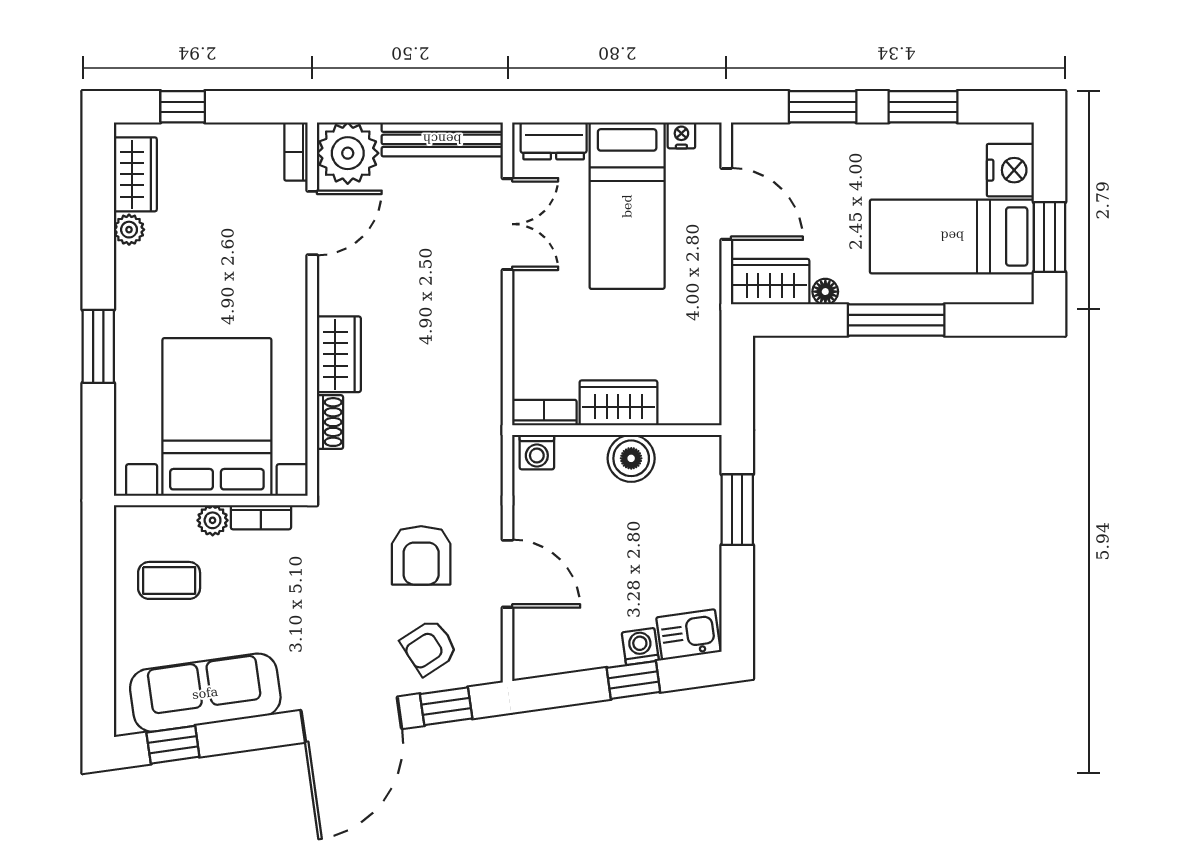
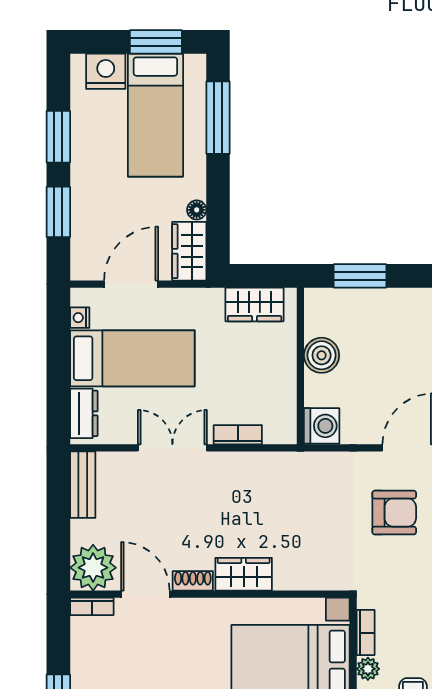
bench: (442, 139) -> (83, 485), width x0.73
double door: (508, 224) -> (172, 448), moved
window: (896, 320) -> (218, 118), moved
wardrobe: (618, 403) -> (255, 304), moved, turned -90
bookcase: (544, 413) -> (238, 435), moved, turned 90
shoe rack: (330, 422) -> (193, 581), moved
washing machine: (537, 452) -> (322, 426), width x1.38, depth x1.38

